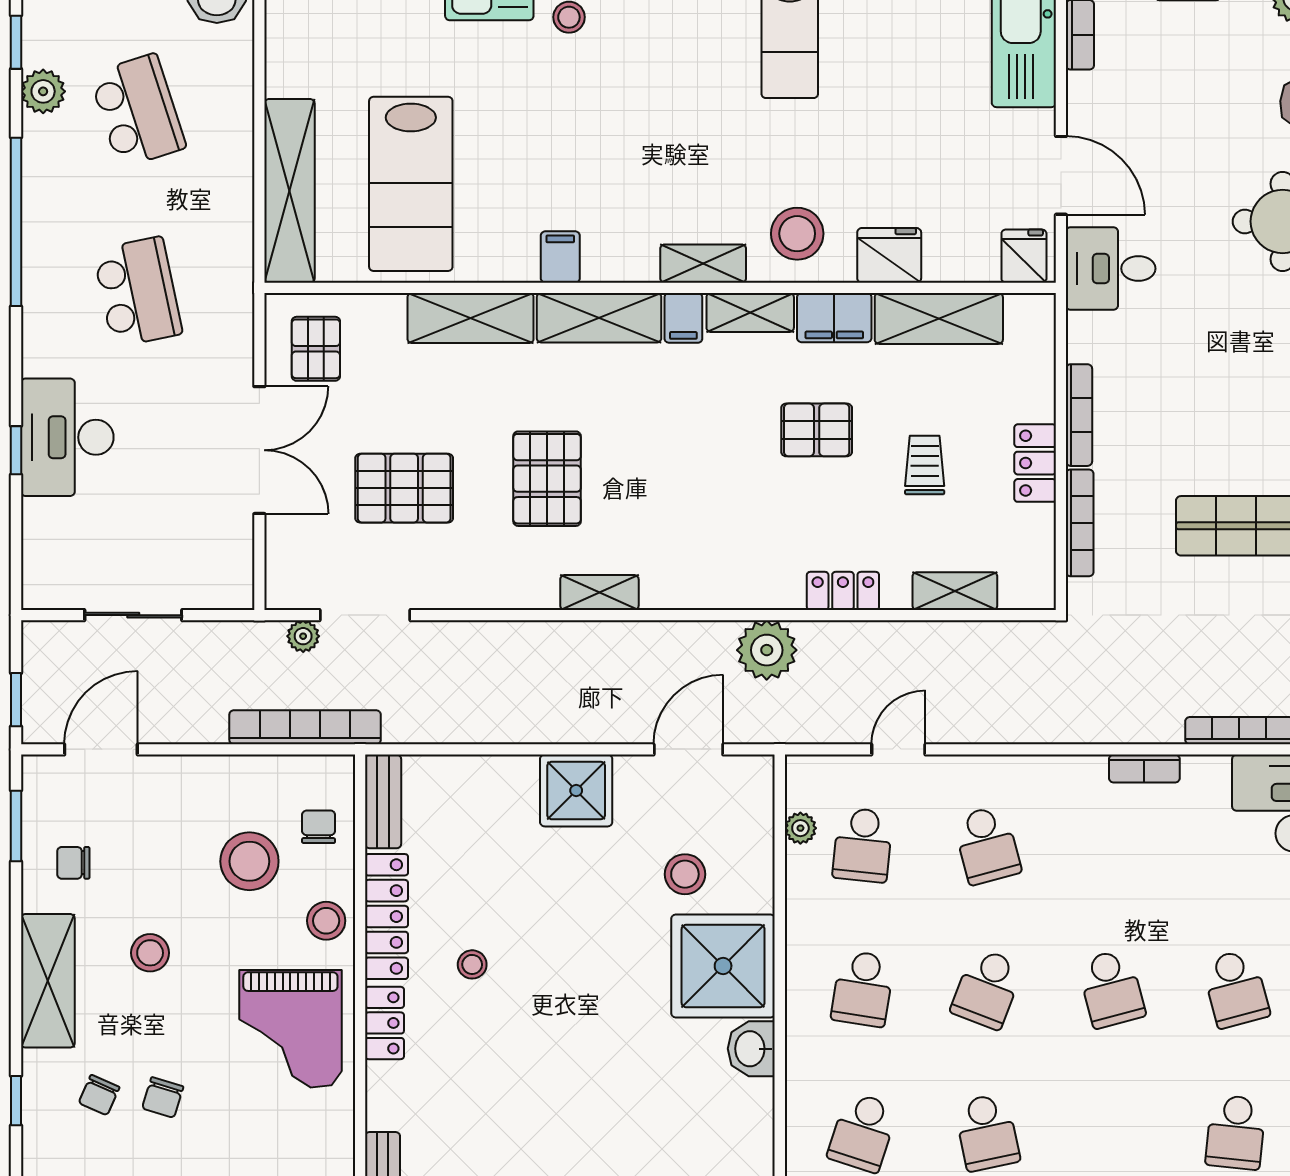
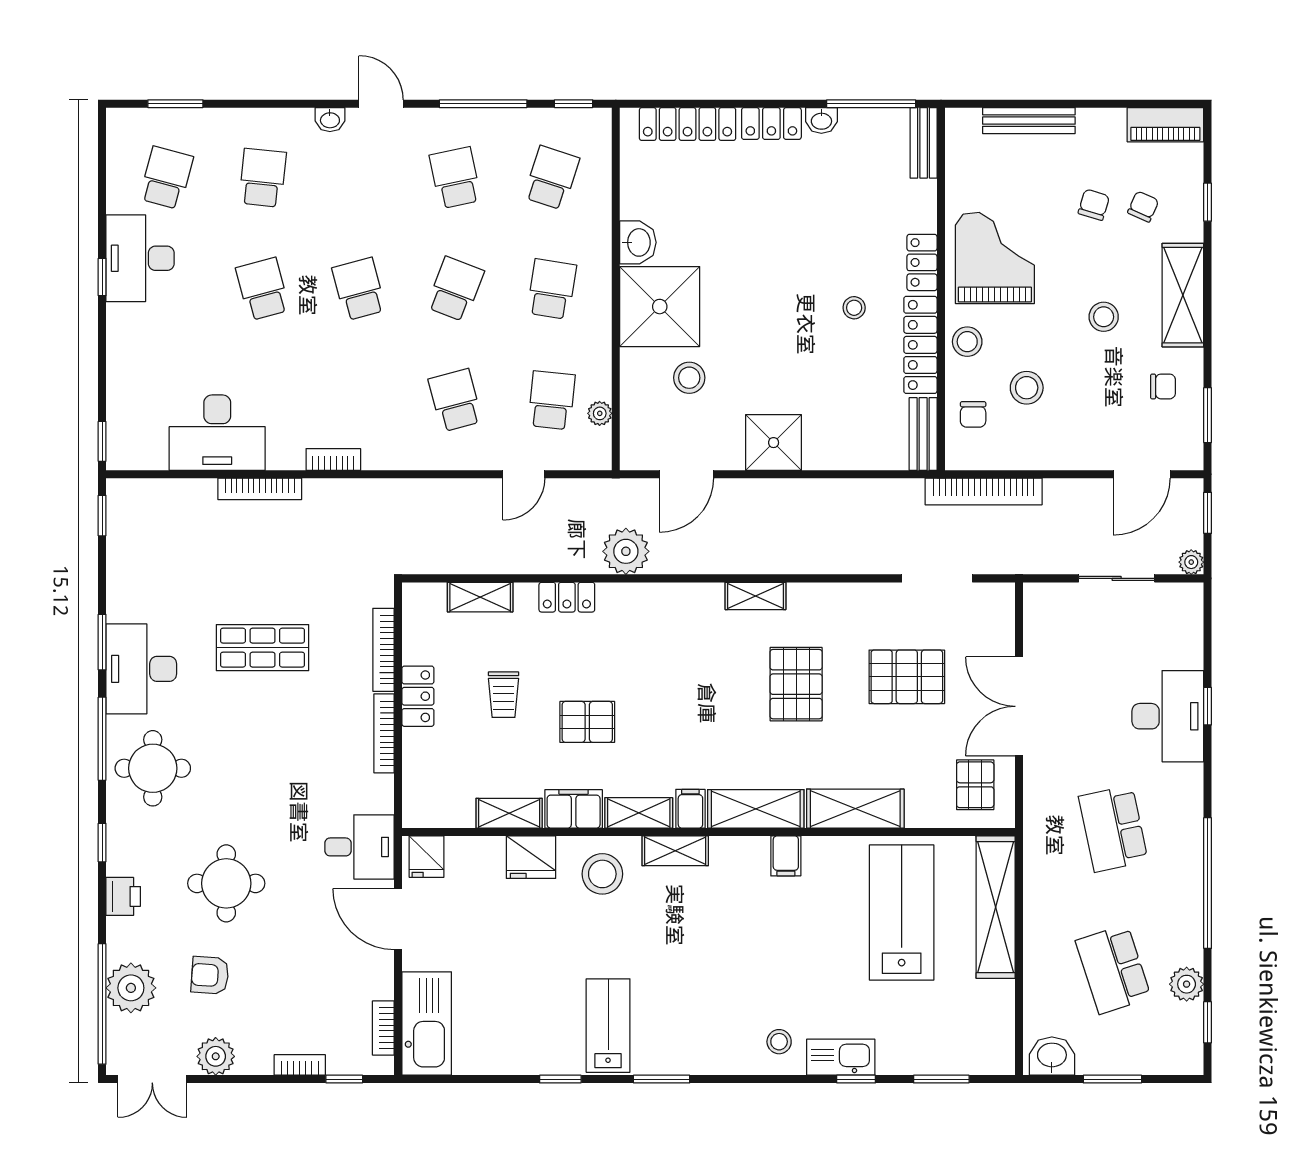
shelving: (939, 318) -> (509, 813), width x0.67, depth x0.75
plant: (303, 636) -> (1191, 562), moved
stool: (249, 861) -> (1027, 388), width x0.73, depth x0.73

